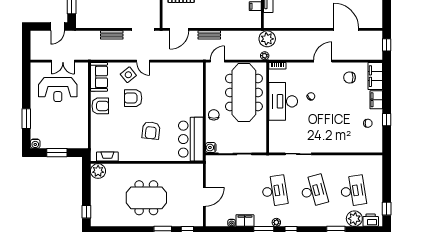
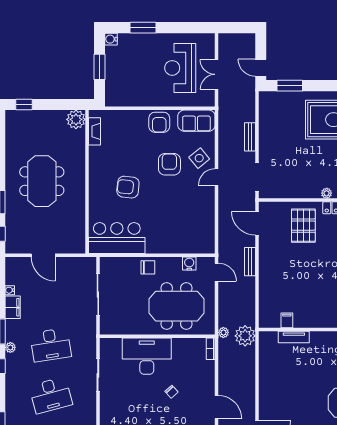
meeting table: (244, 92) -> (177, 306), width x0.73
desk: (283, 101) -> (147, 356), moved
water cooler: (211, 147) -> (189, 264), moved

